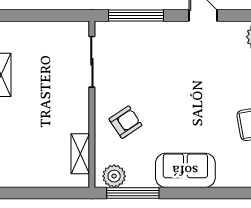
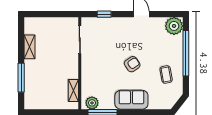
window: (136, 16) -> (104, 14), width x0.46
armchair: (125, 122) -> (132, 64), moved

